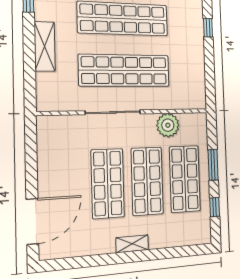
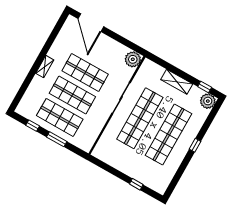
plant: (168, 125) -> (133, 59), moved

